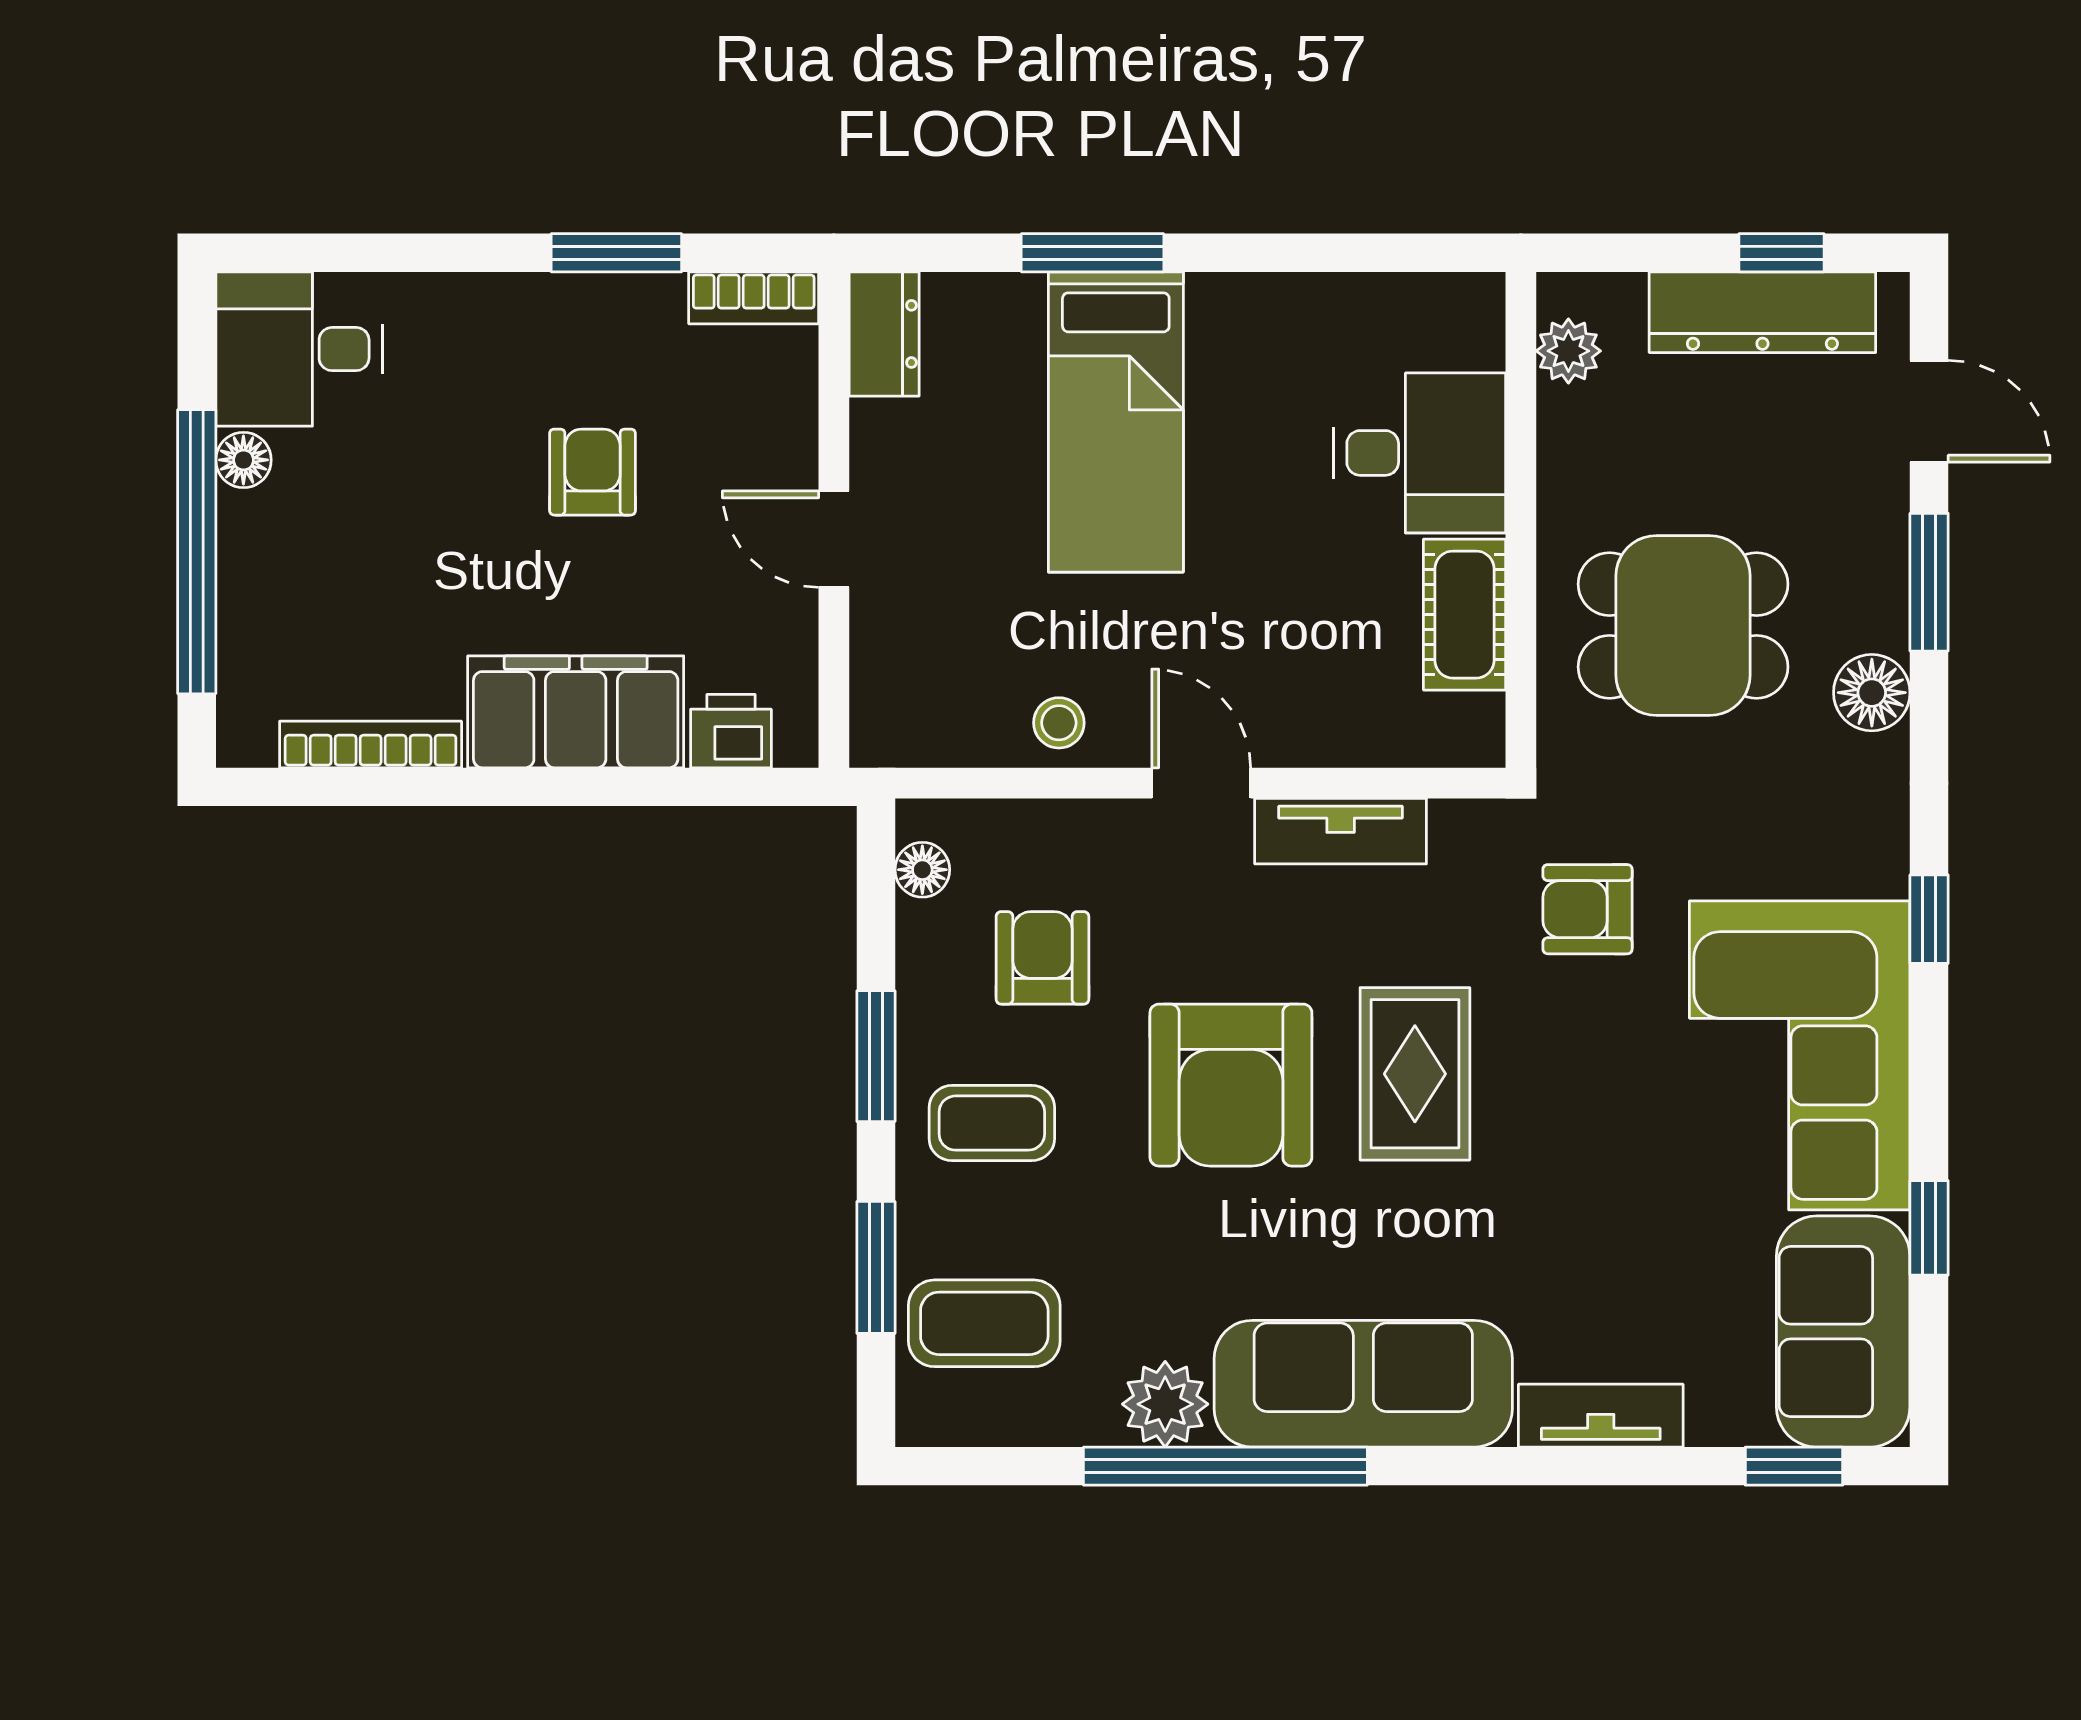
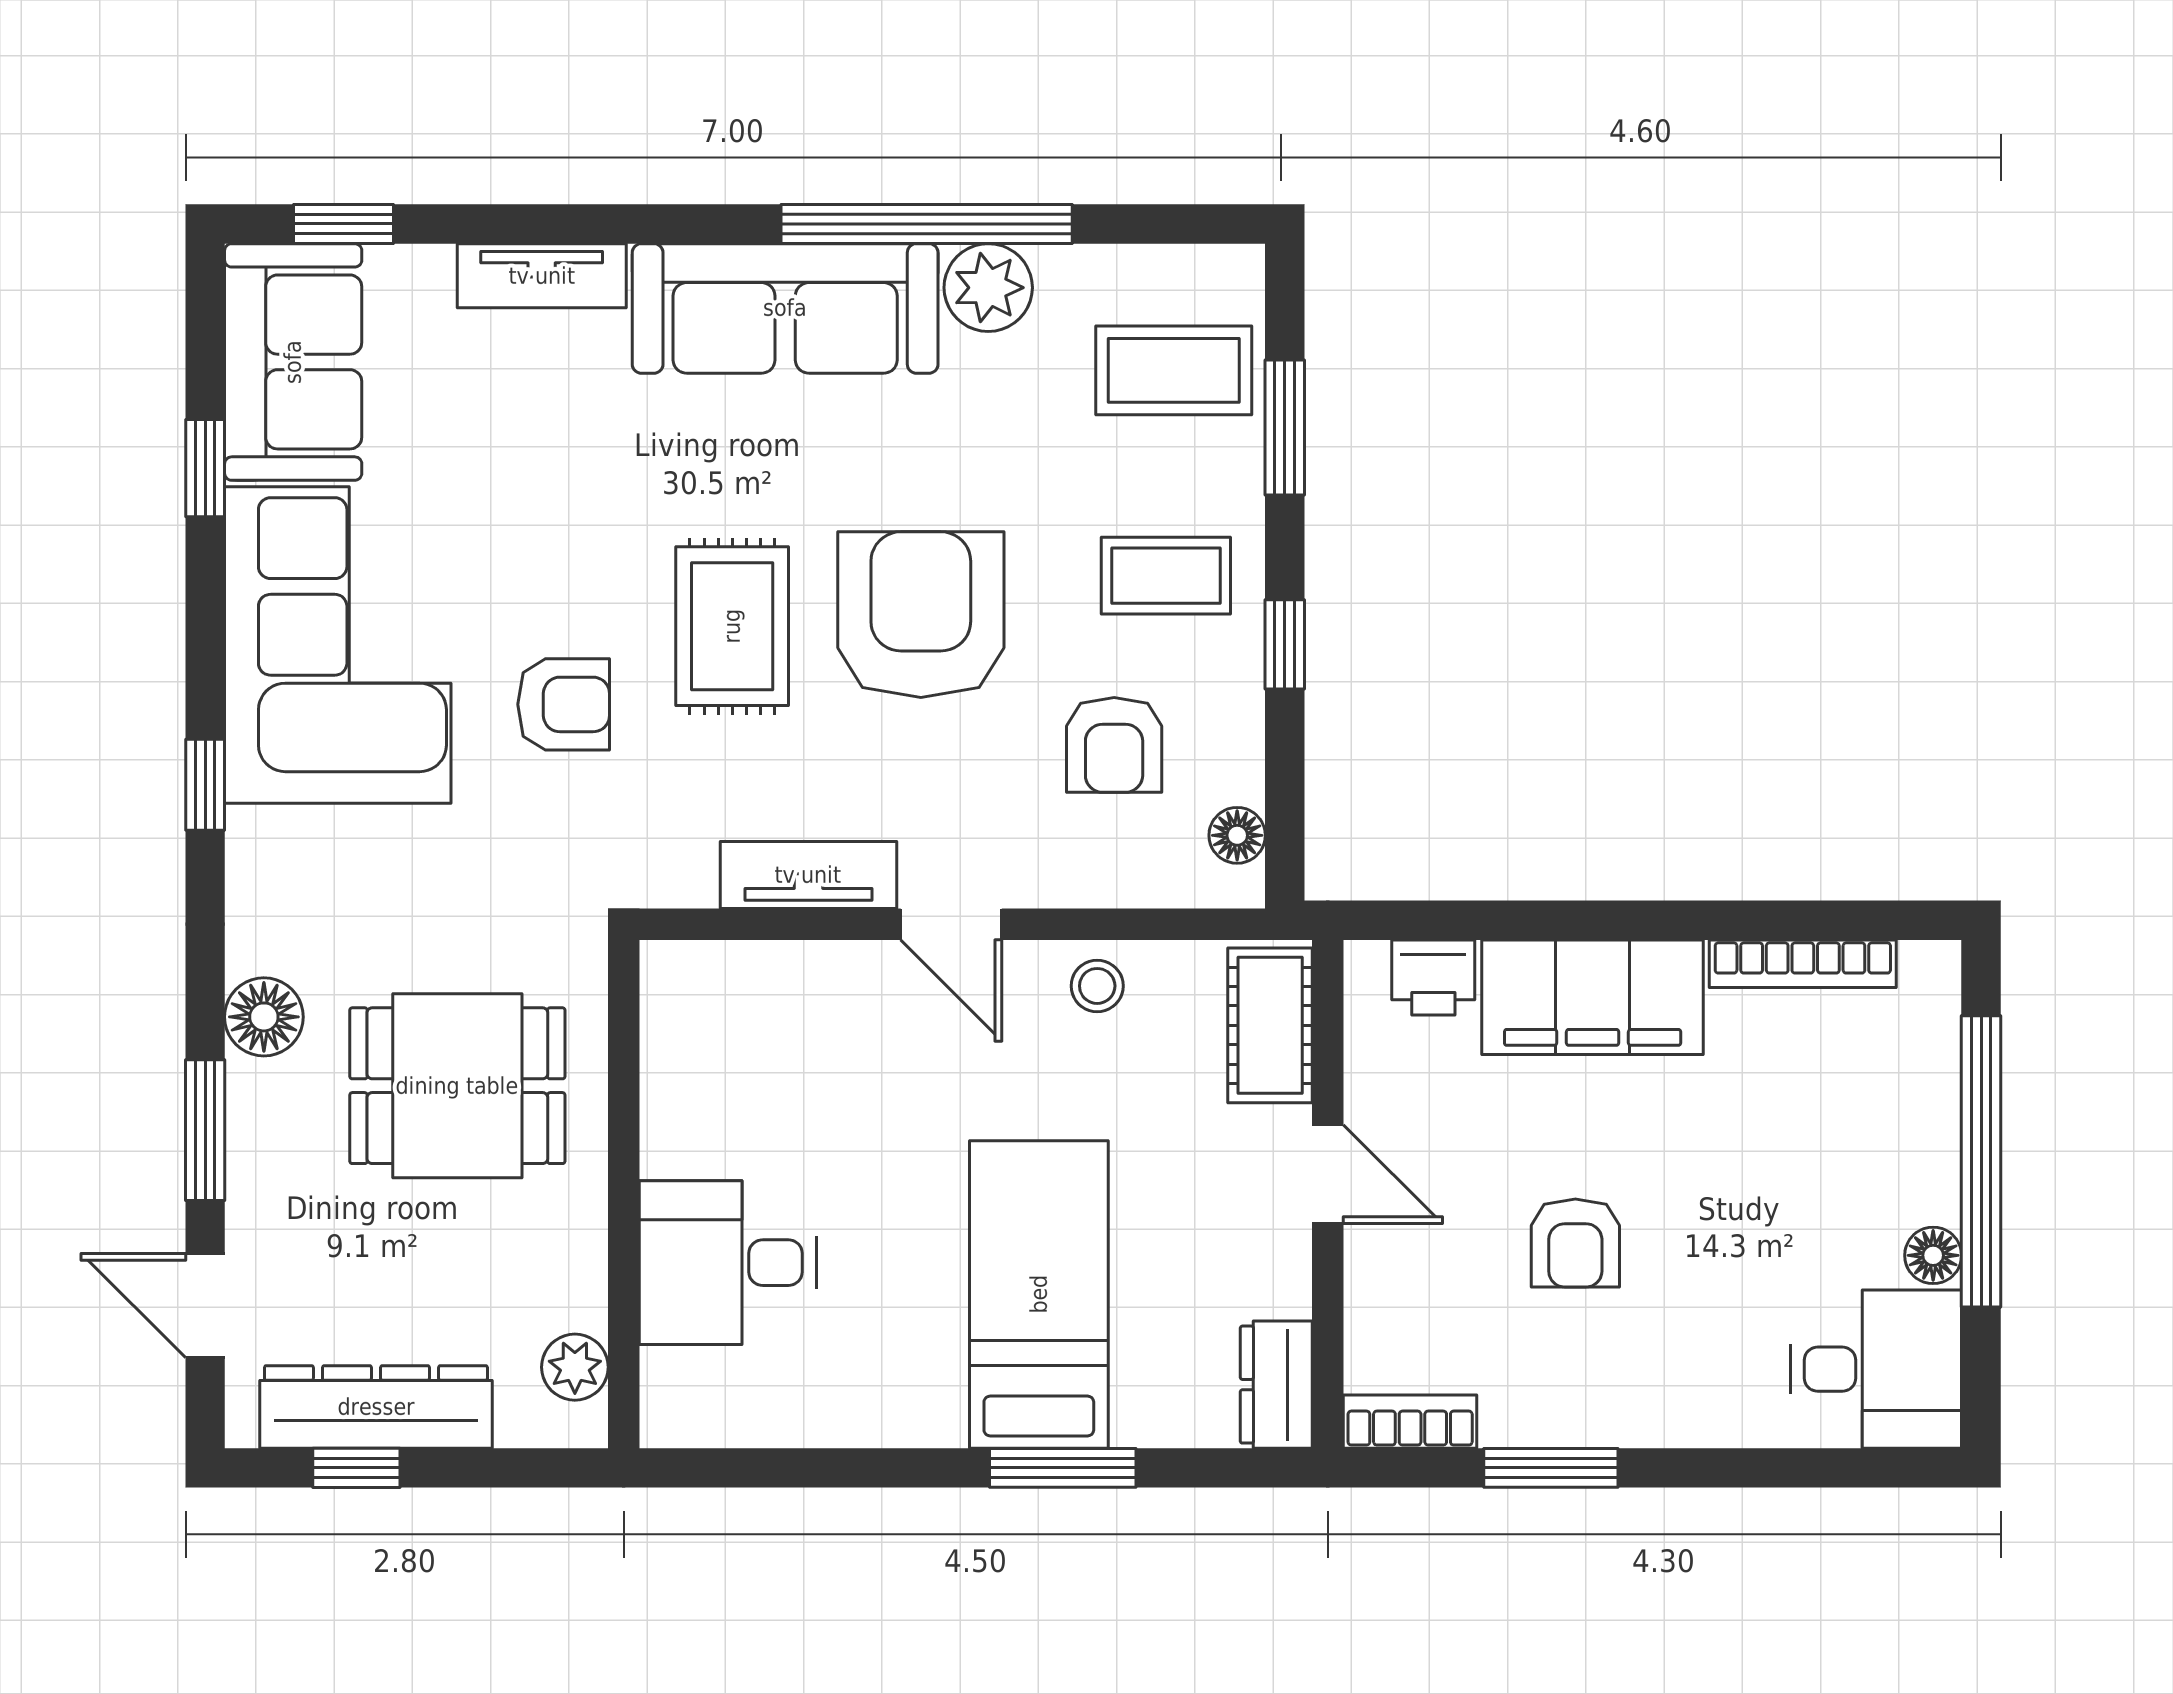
cot: (1464, 615) -> (1270, 1025), moved
armchair: (1588, 909) -> (564, 704), moved
window: (876, 1056) -> (1285, 644), width x0.67

